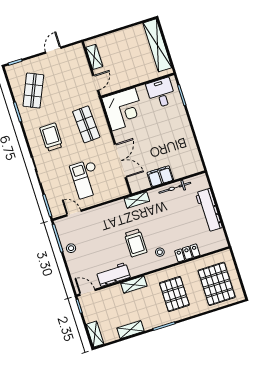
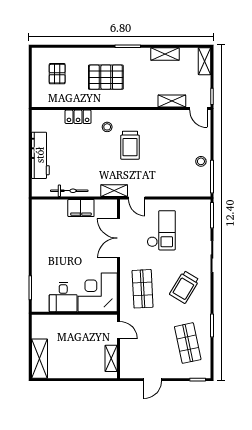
shelving: (157, 45) -> (40, 359), width x0.68
door: (96, 83) -> (118, 330), swing flipped
shop shelf: (33, 91) -> (188, 343), turned -36
desk: (161, 93) -> (63, 297), moved
trolley: (51, 137) -> (184, 287), turned 31
door: (74, 213) -> (137, 198), moved
trolley: (136, 243) -> (130, 145), turned 180
workbench: (113, 274) -> (165, 119), removed
pallet: (217, 284) -> (57, 74), width x0.49, depth x0.50
shelving: (134, 285) -> (172, 101), moved
pallet: (174, 294) -> (106, 77), turned 90

